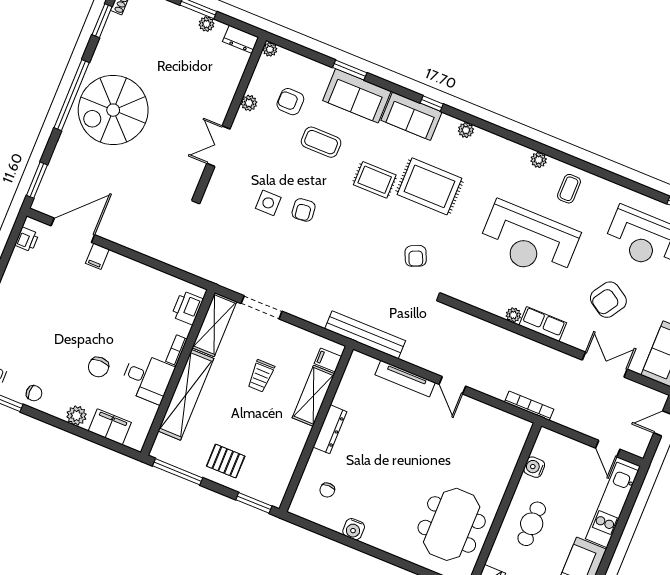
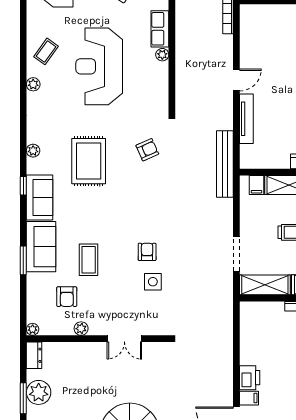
plant: (207, 24) -> (39, 392), width x1.87, depth x1.87
rug: (375, 180) -> (101, 206), removed
coffee table: (569, 189) -> (46, 51), turned -54
armchair: (304, 210) -> (147, 252), turned -84
reception desk: (529, 240) -> (99, 66), turned 180
printer: (187, 308) -> (250, 378), moved, turned -90

